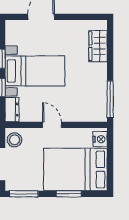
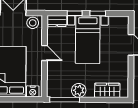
plant: (98, 82) -> (79, 90), added
door: (52, 125) -> (44, 53), hinge flipped

